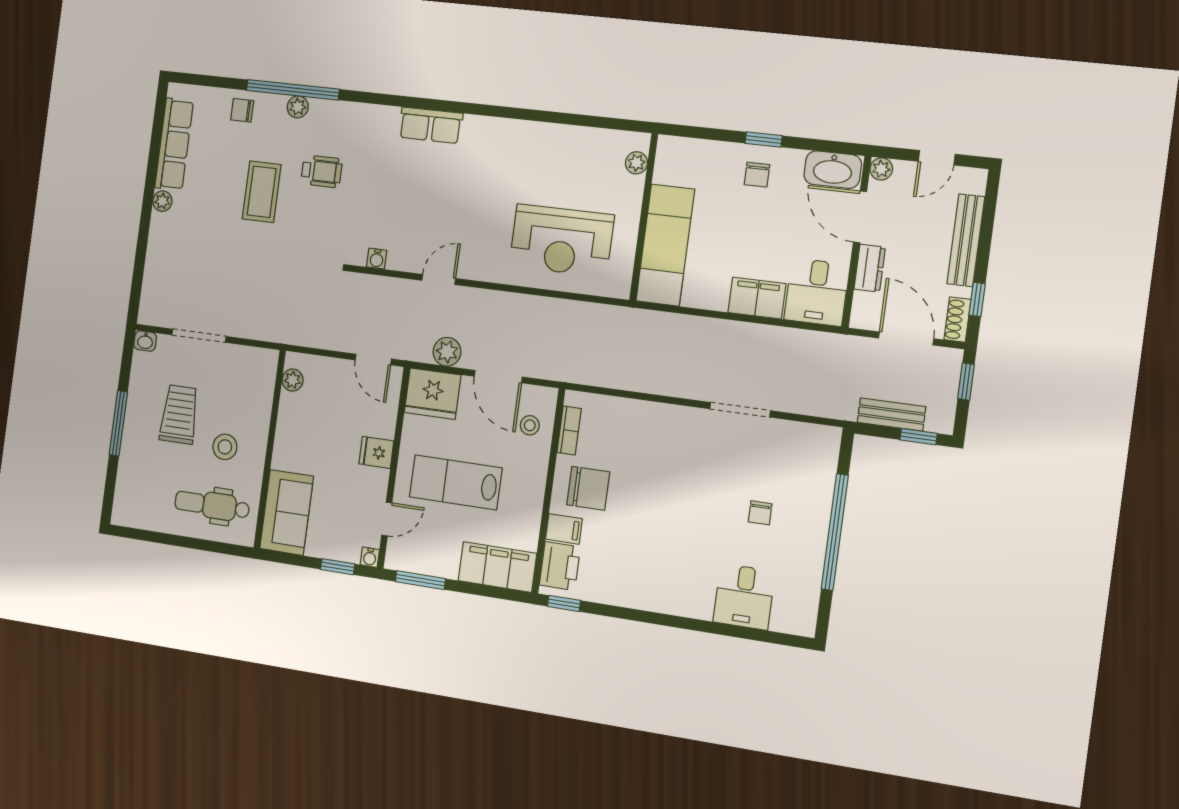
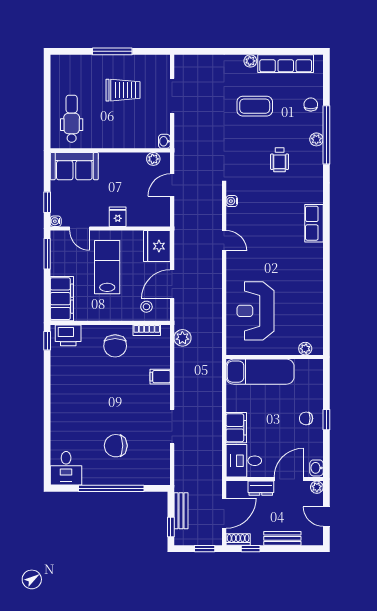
washbasin: (833, 170) -> (316, 468), width x0.52, depth x0.69
coffee table: (262, 192) -> (255, 106), moved
bench: (966, 240) -> (282, 538), width x0.73
washbasin: (145, 341) -> (164, 141), moved
plant: (447, 352) -> (182, 338), moved
door: (373, 360) -> (172, 185), moved
stool: (225, 447) -> (108, 122), removed
chair: (760, 513) -> (116, 446), width x1.87, depth x1.87
filing cabinet: (564, 529) -> (160, 377), moved, turned 90
desk: (744, 597) -> (66, 468), moved, turned -90

